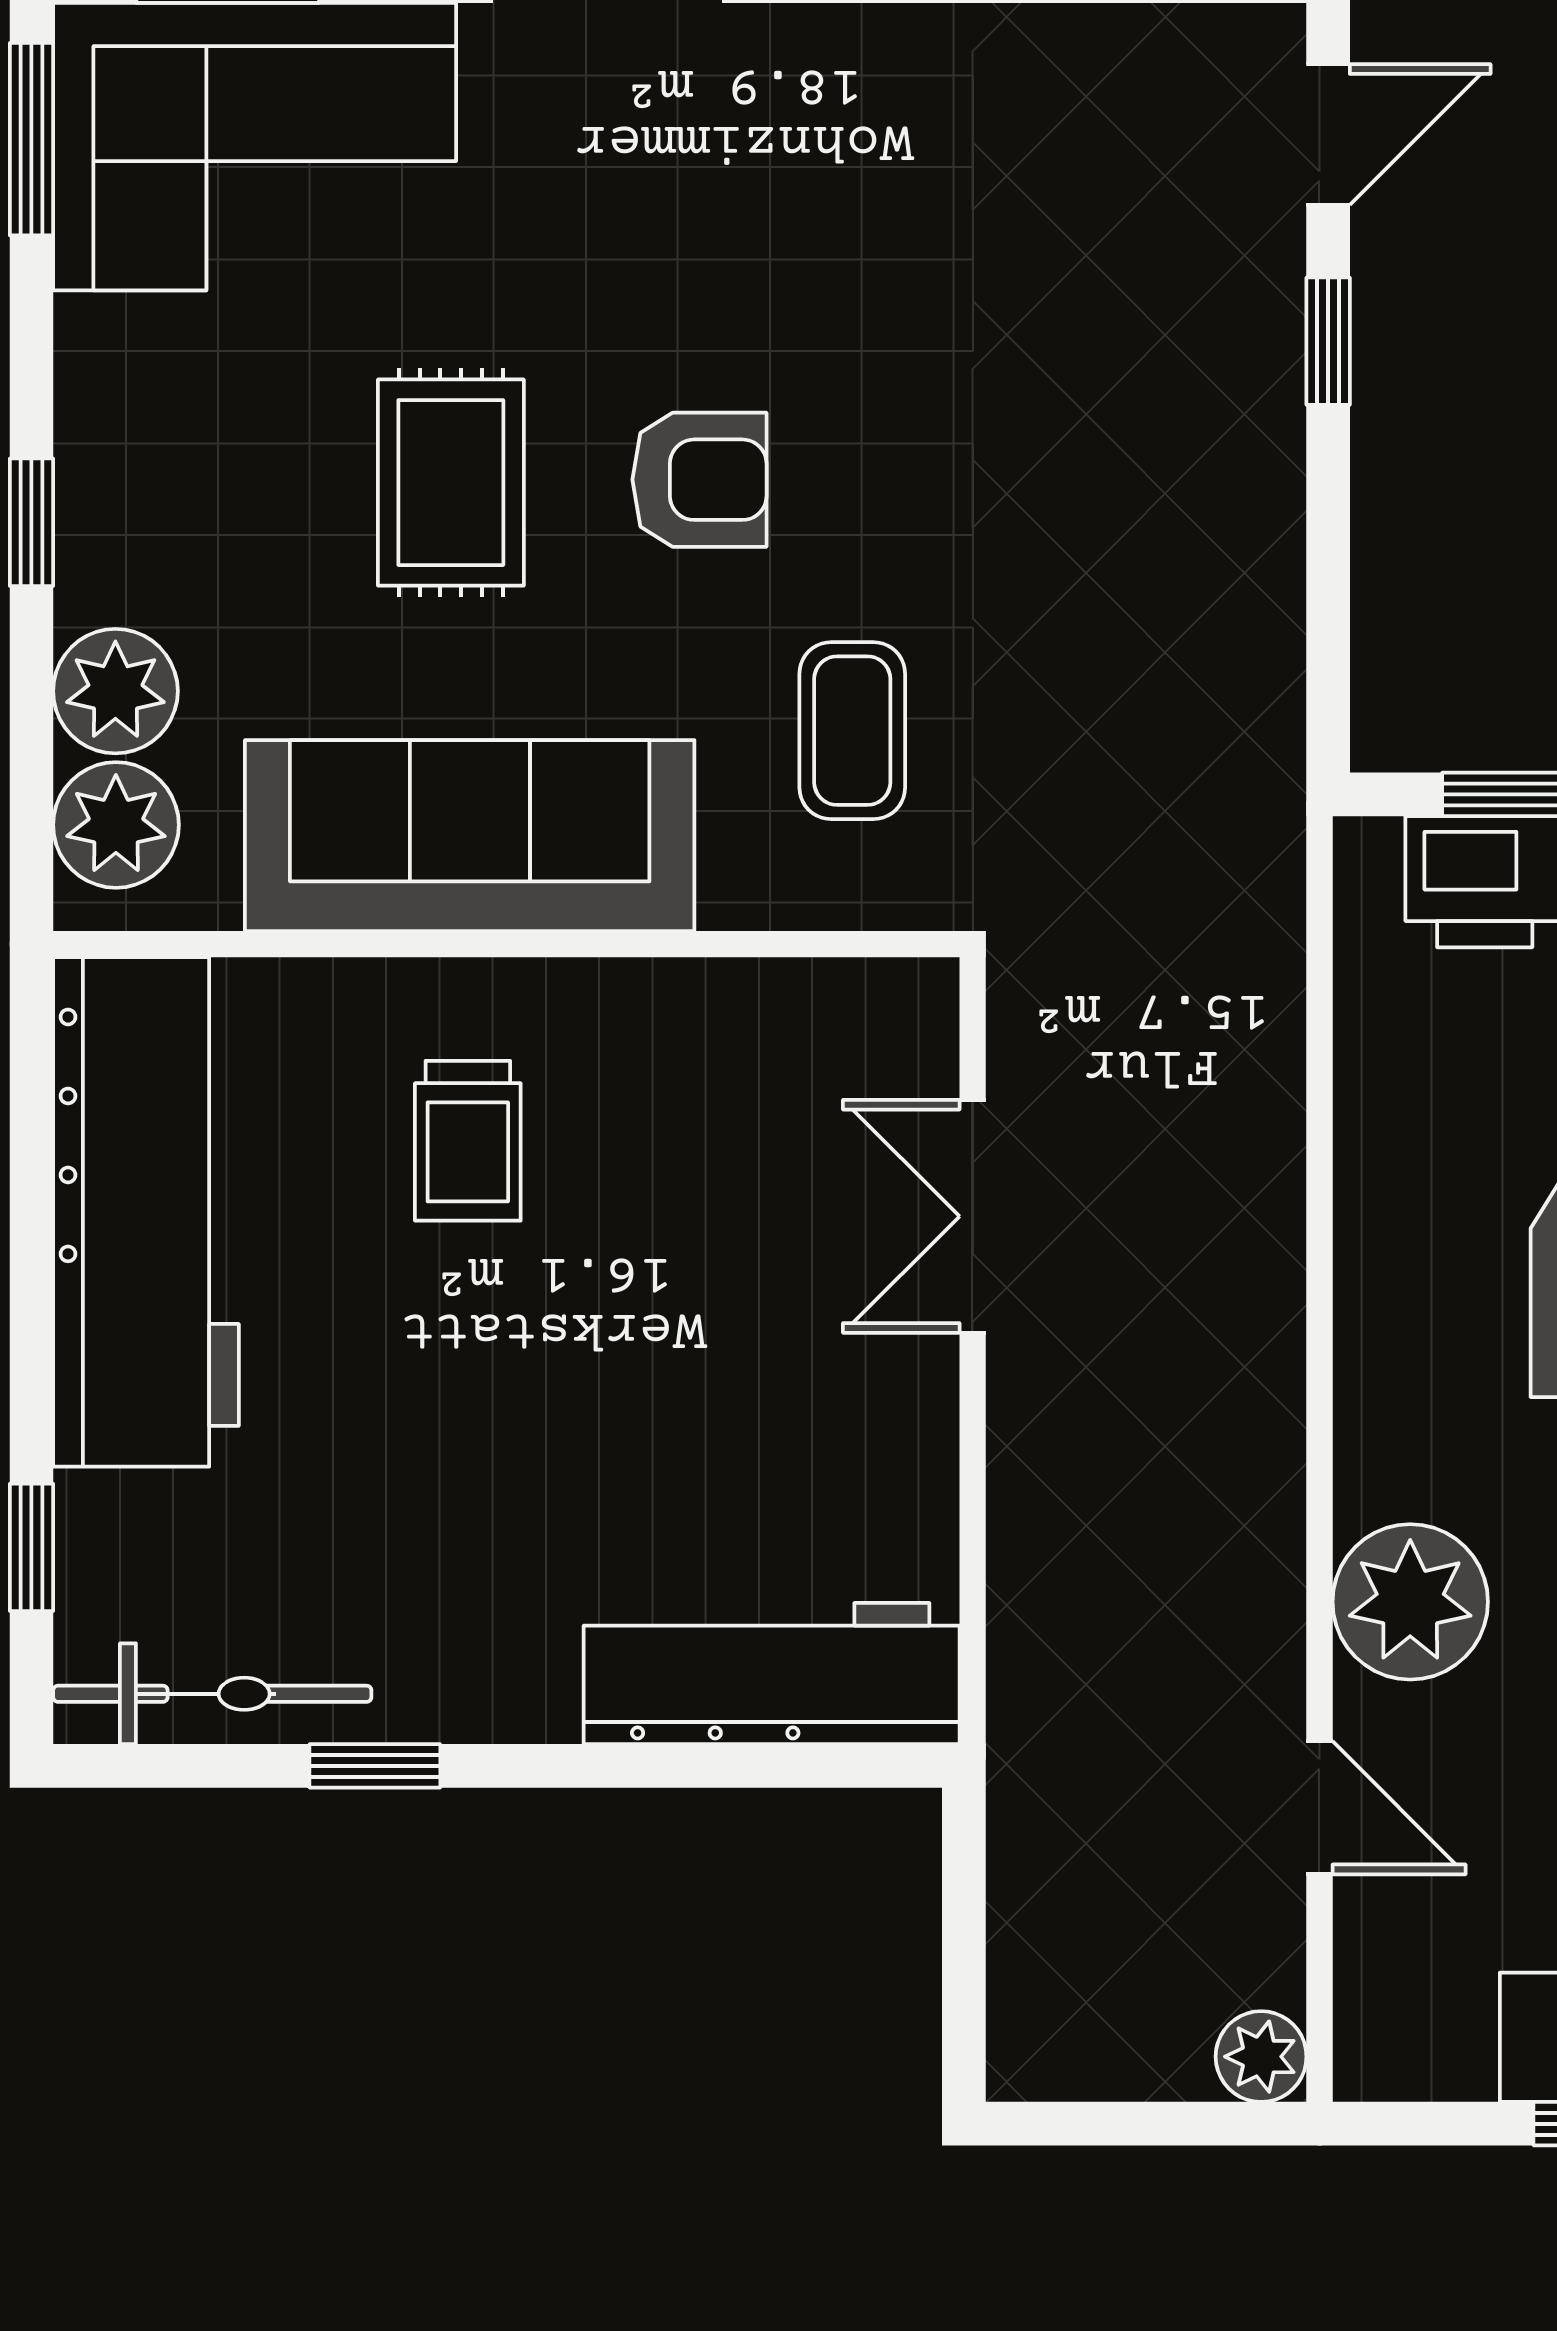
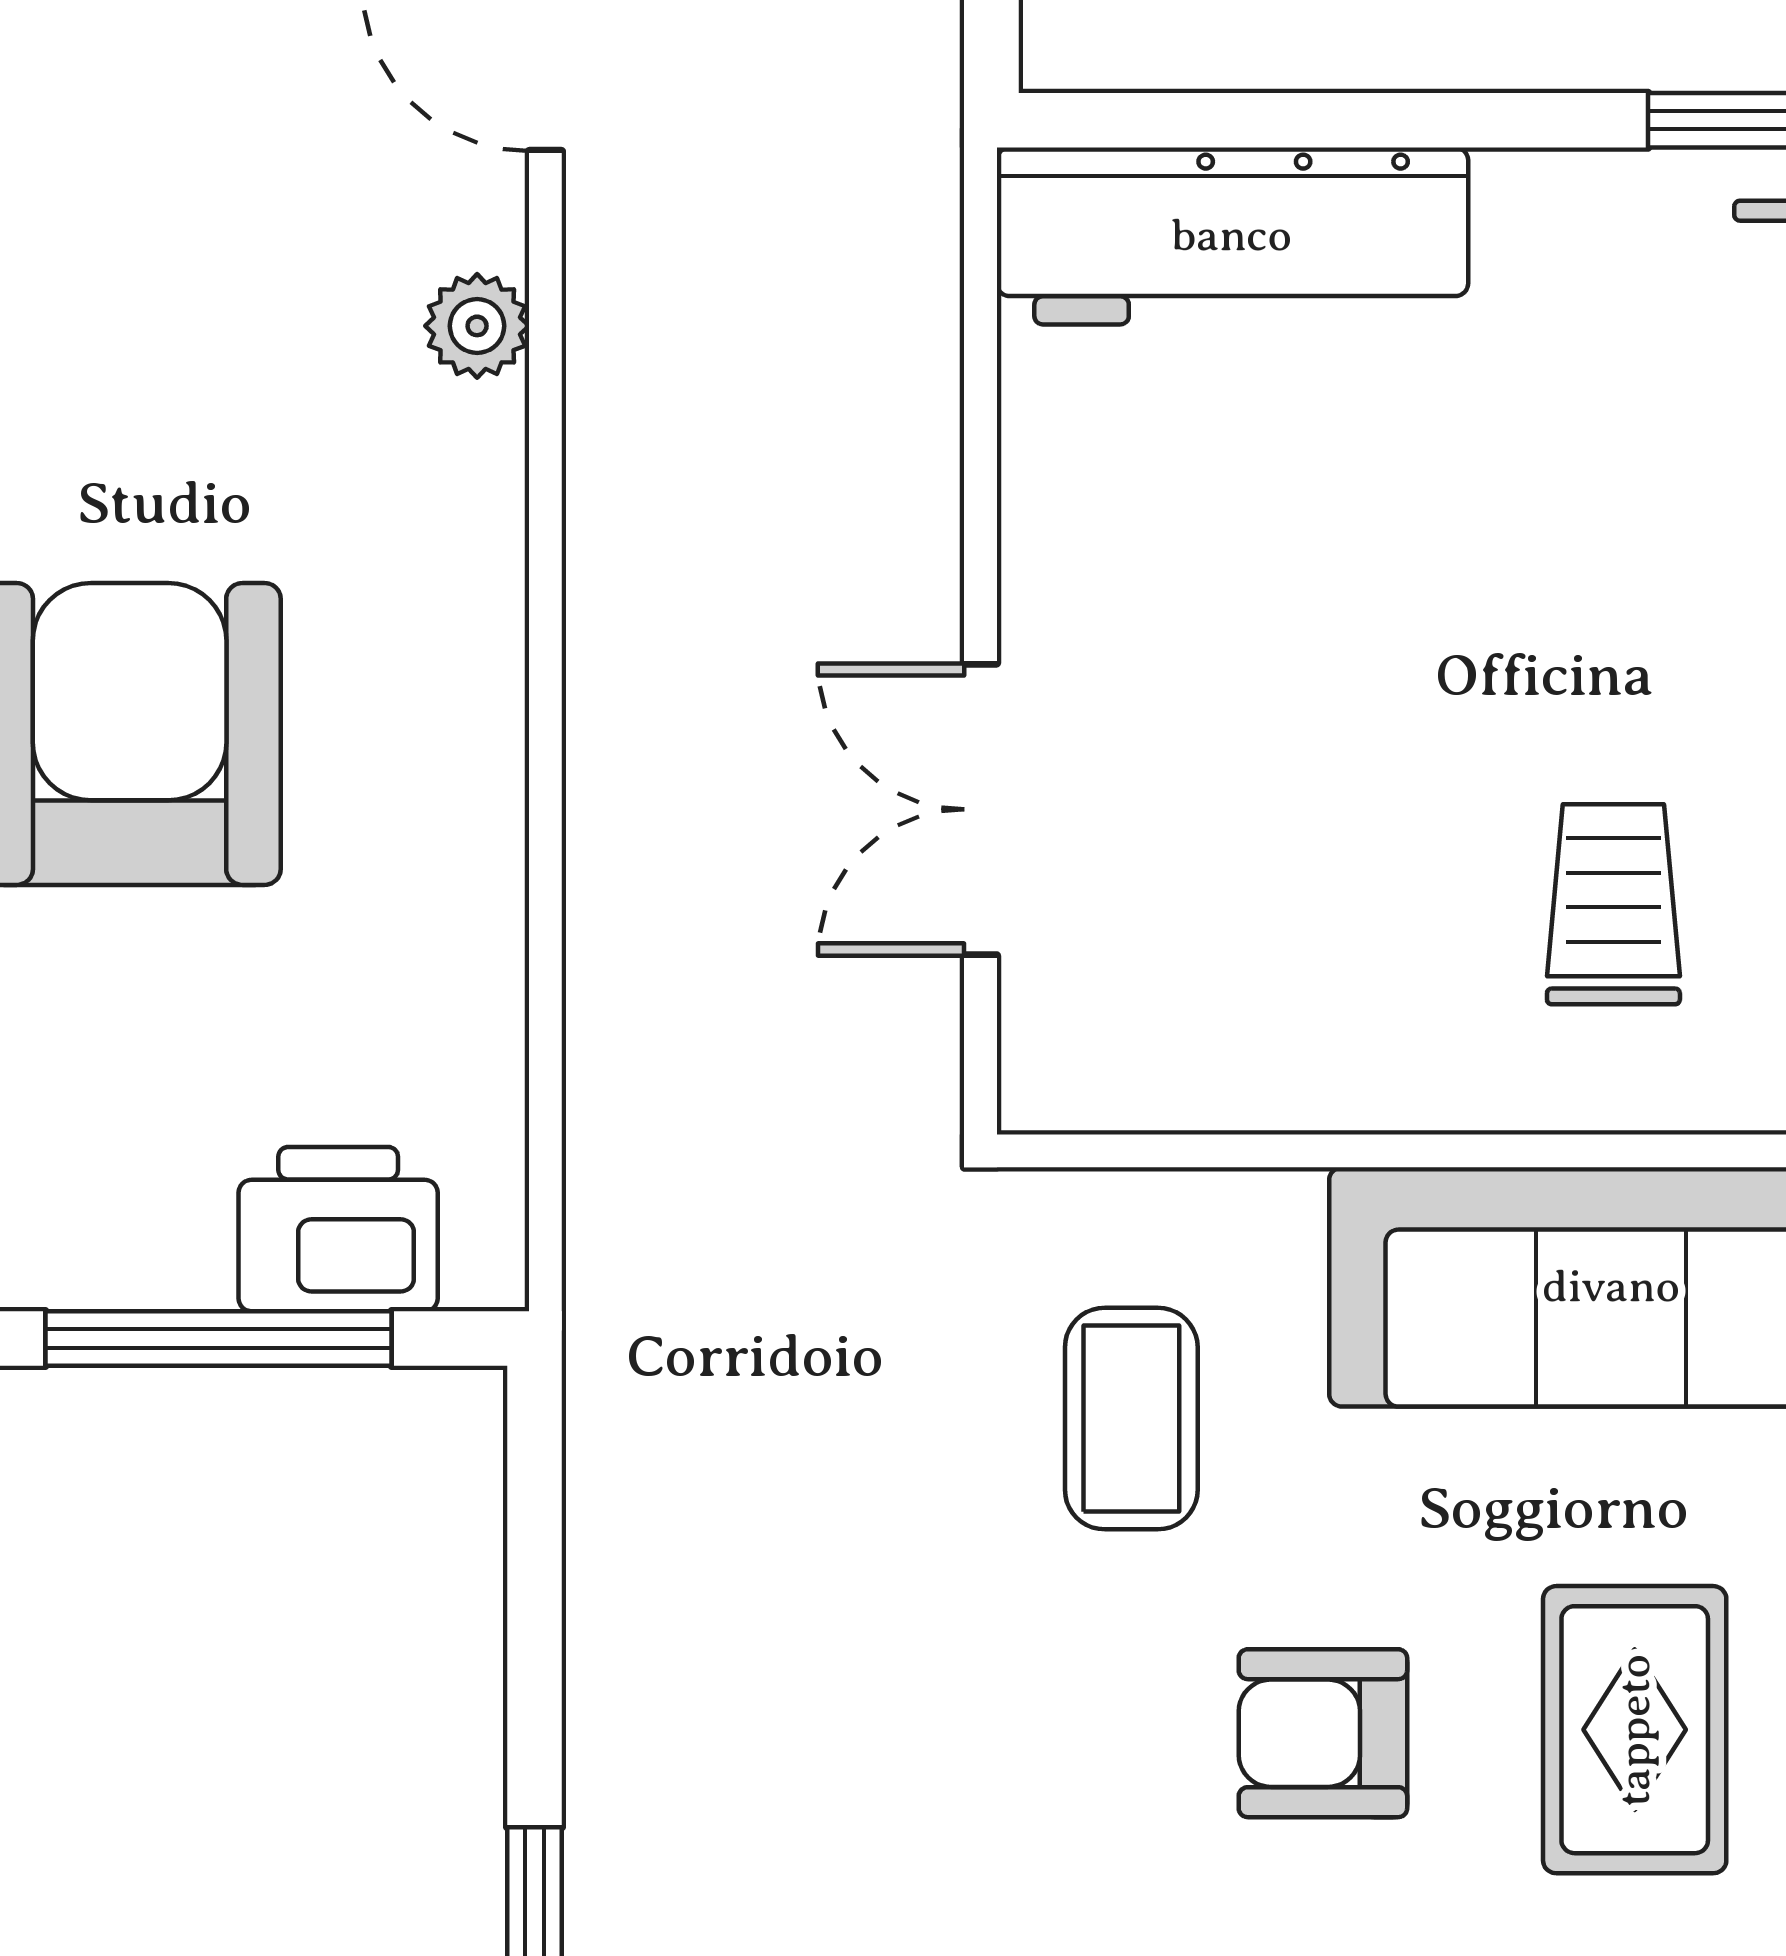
double door: (973, 1216) -> (980, 809), swing flipped
plant: (1410, 1602) -> (477, 326), width x0.53, depth x0.53

